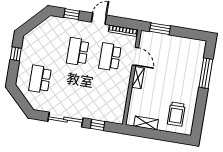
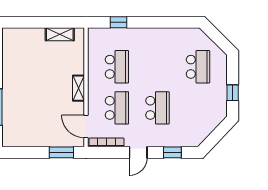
door: (135, 56) -> (86, 126), moved
school desk: (105, 90) -> (117, 67), added
trolley: (176, 114) -> (24, 51), removed
sliding door: (65, 120) -> (159, 22), removed

